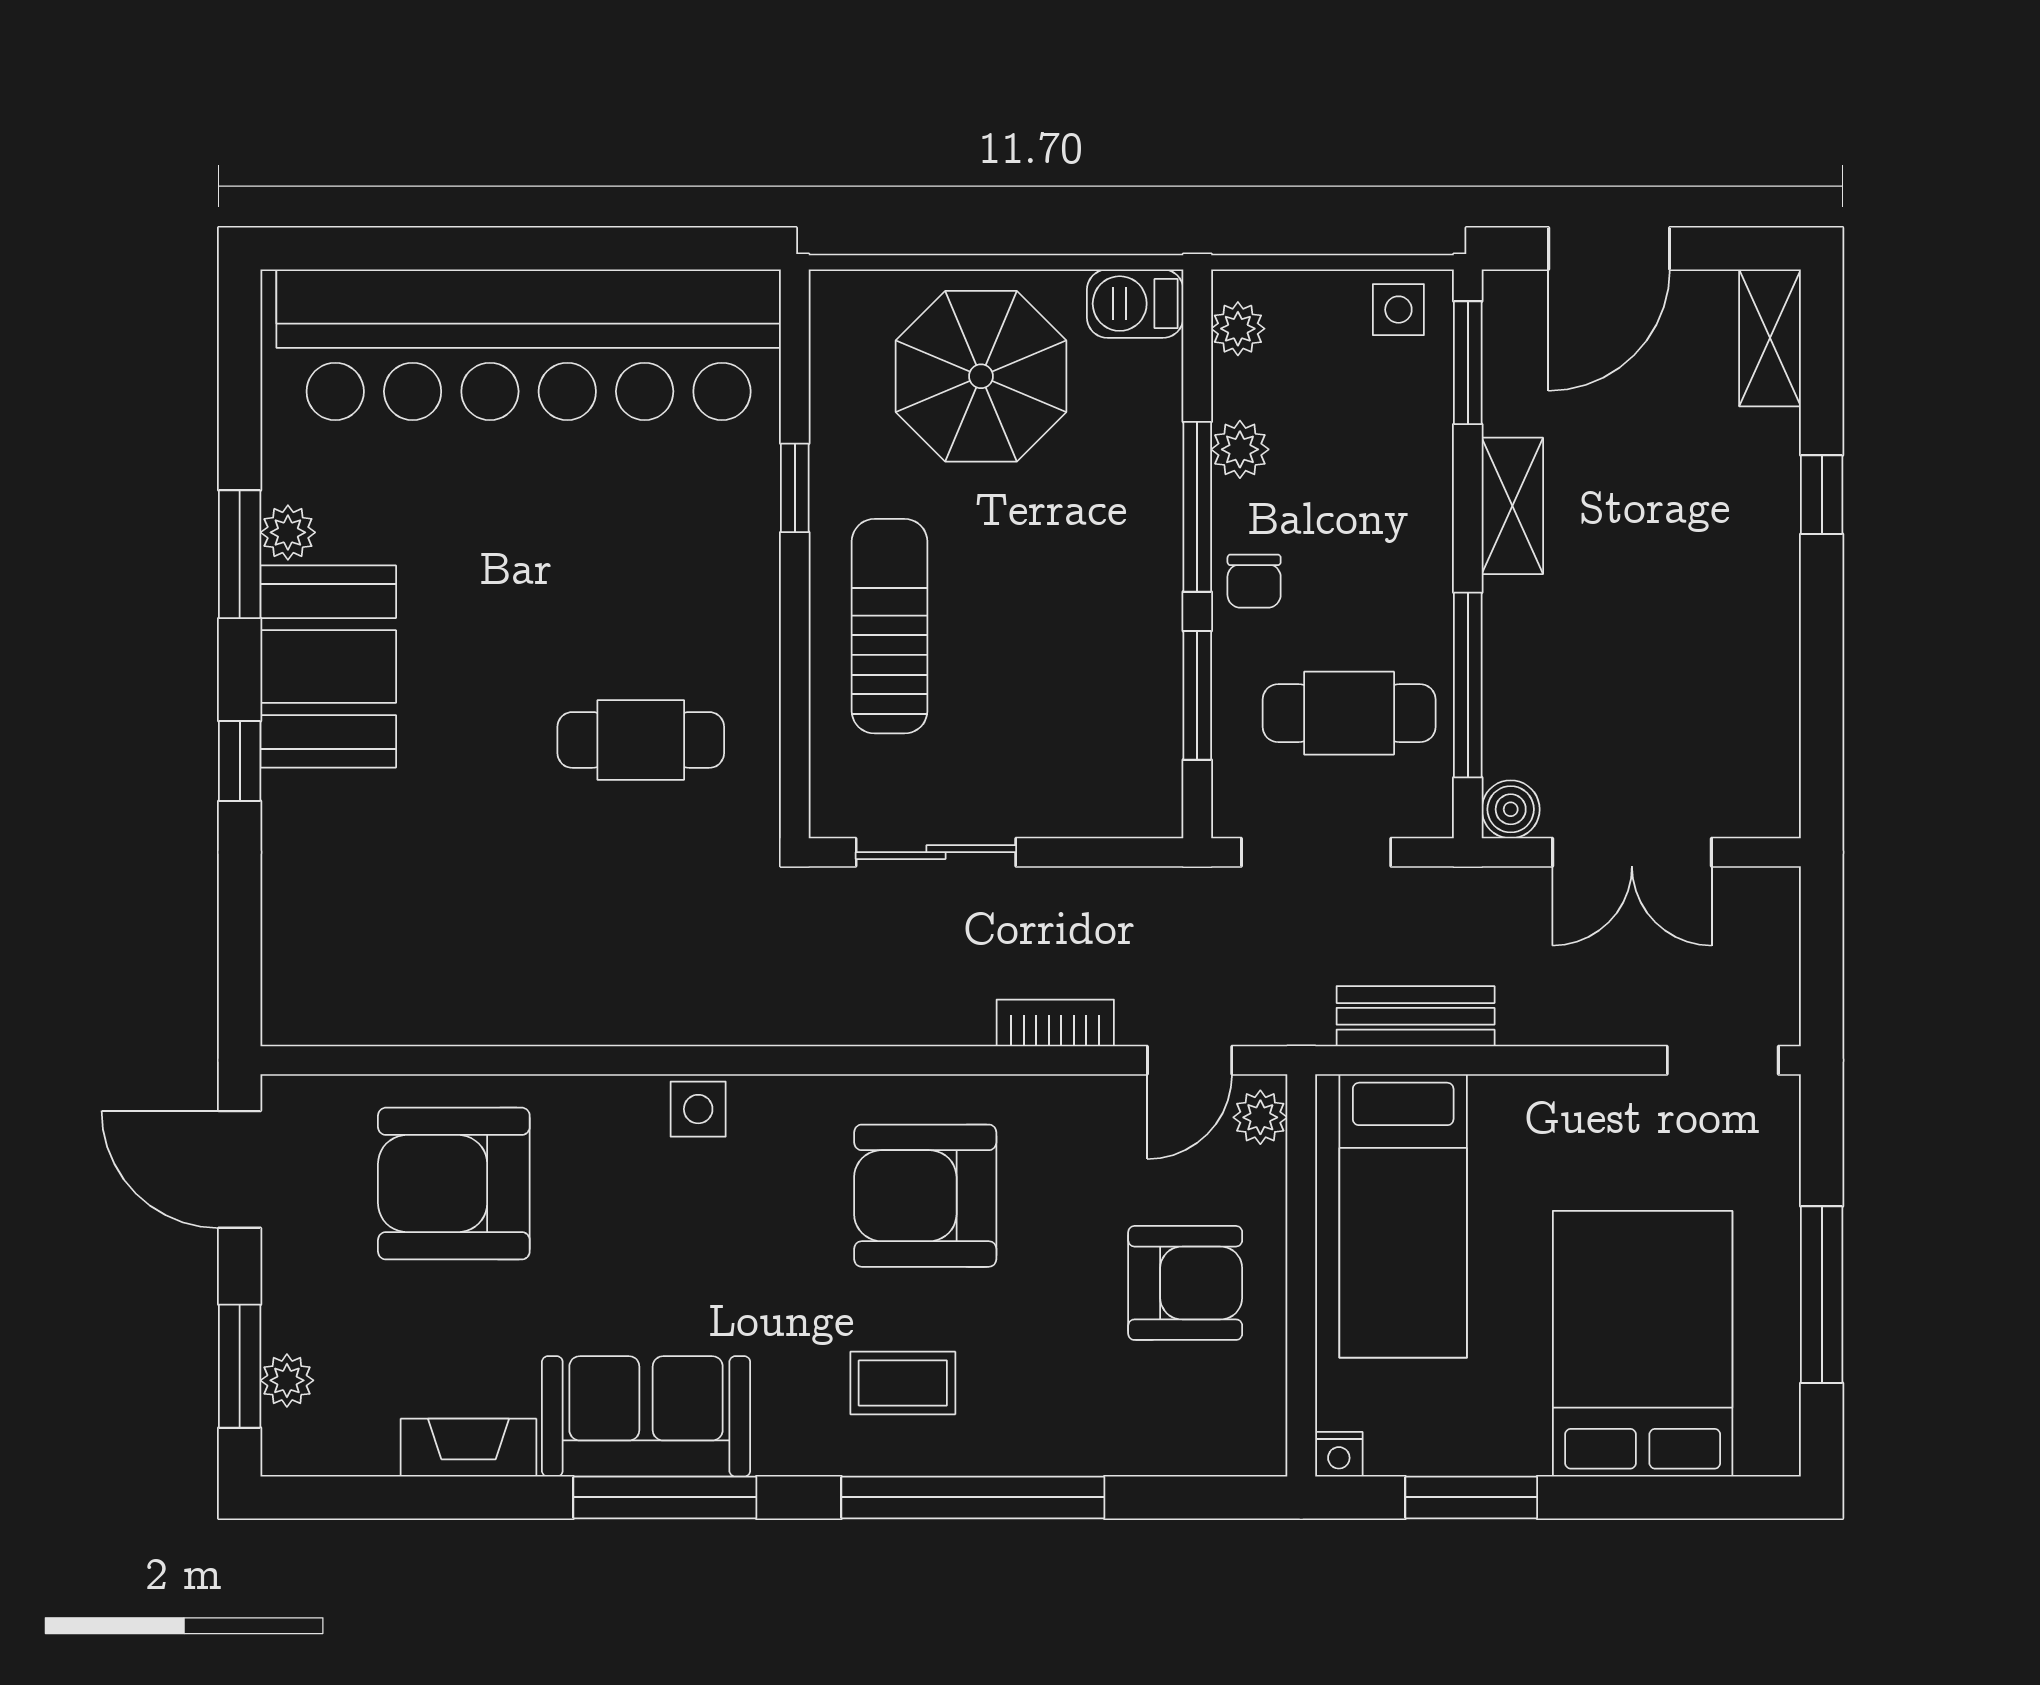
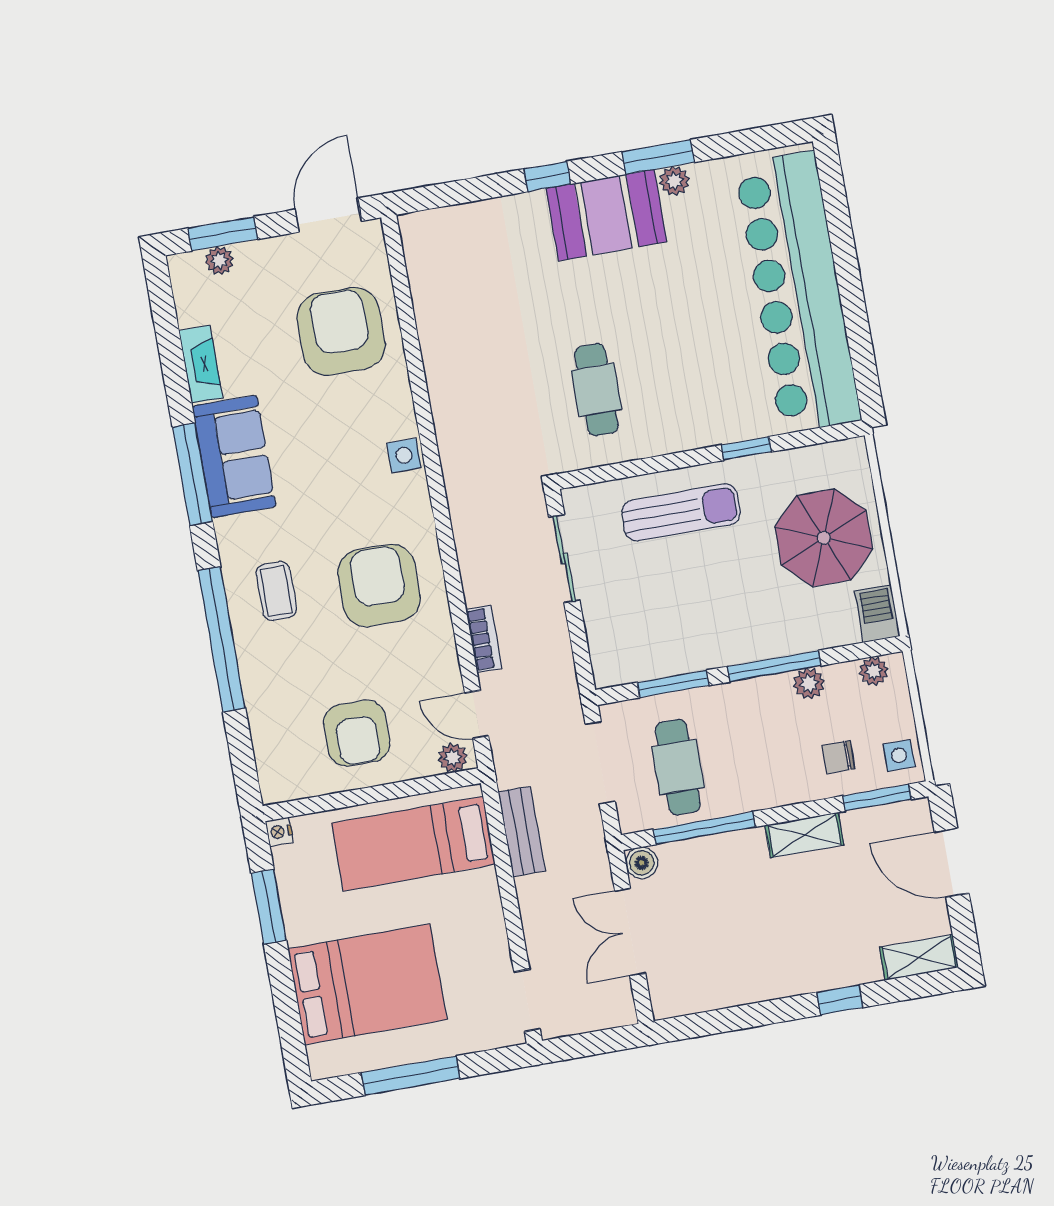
chair: (1254, 581) -> (839, 757), moved

